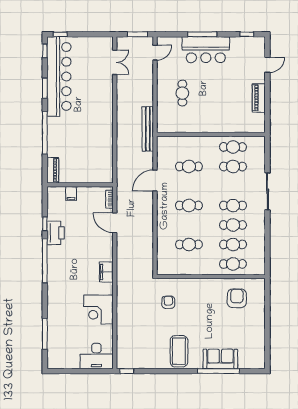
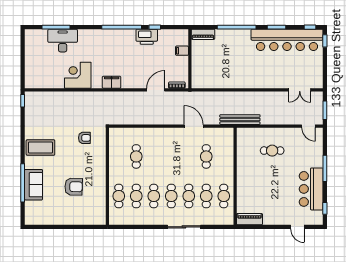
bar counter: (206, 50) -> (311, 189), moved
piano: (259, 98) -> (249, 219), moved
cafe table: (189, 205) -> (189, 196), moved
armchair: (237, 298) -> (74, 187), moved
desk: (96, 356) -> (63, 41), moved, turned 90

